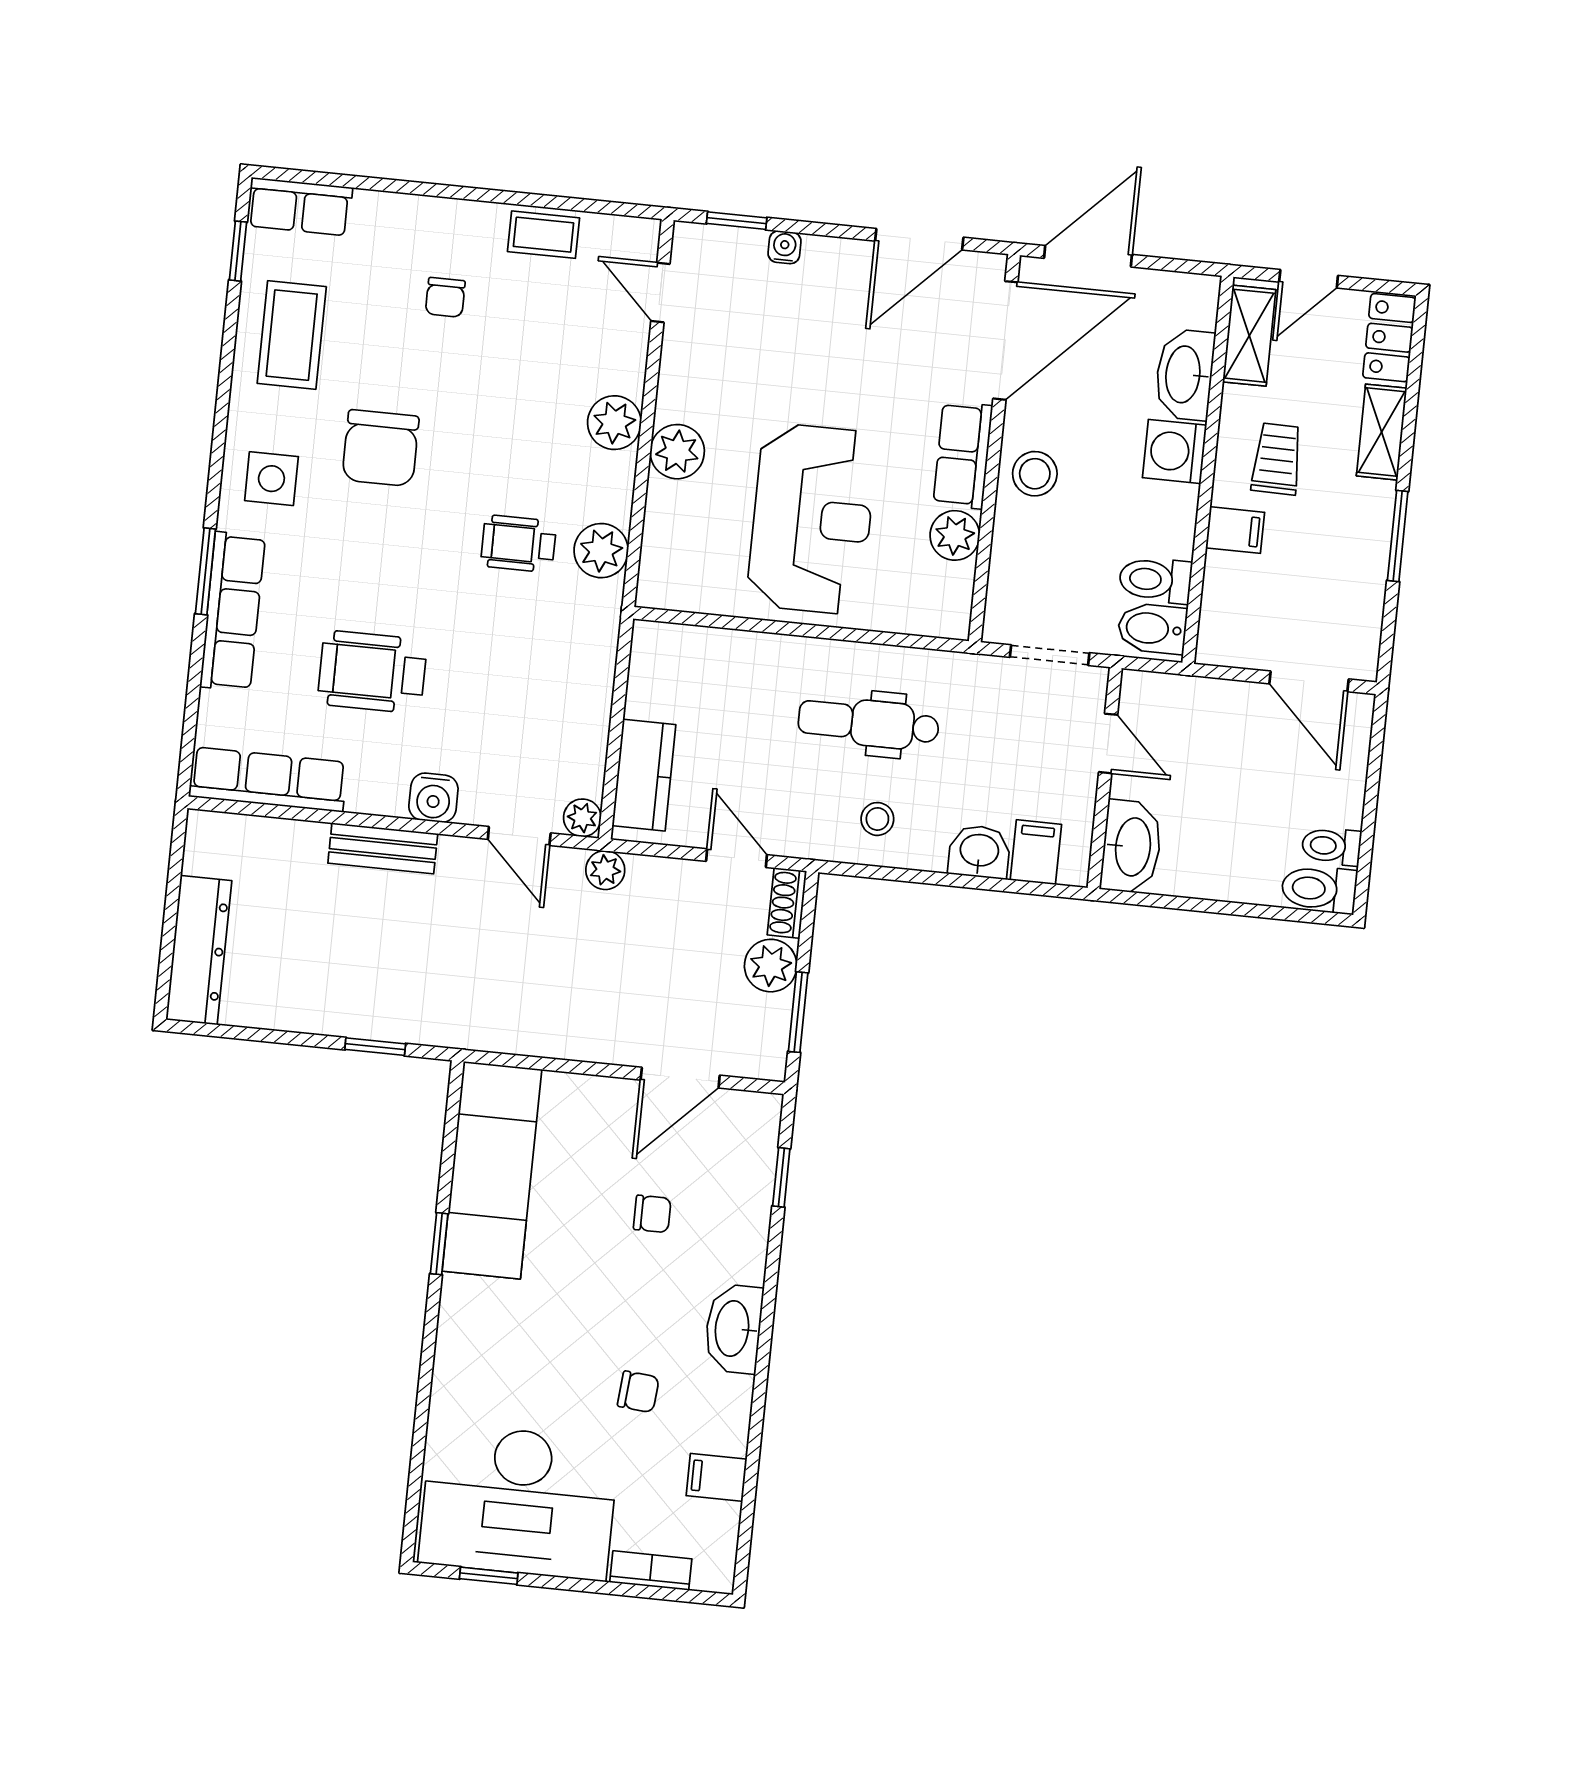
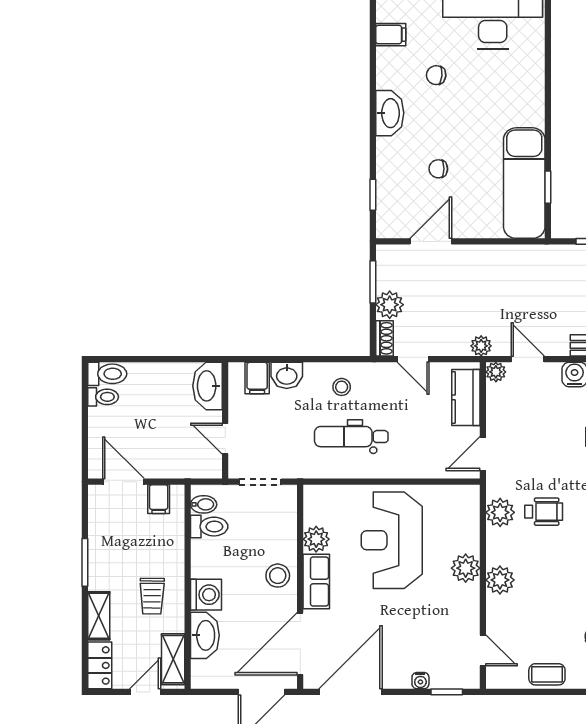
door: (919, 239) -> (351, 692), width x1.36
filing cabinet: (1235, 530) -> (159, 499), moved, turned -90
bidet: (1152, 628) -> (204, 504), width x0.72, depth x0.74
door: (622, 665) -> (483, 454), added
dental chair: (869, 723) -> (351, 437), turned 180
window: (439, 1244) -> (548, 187), moved

